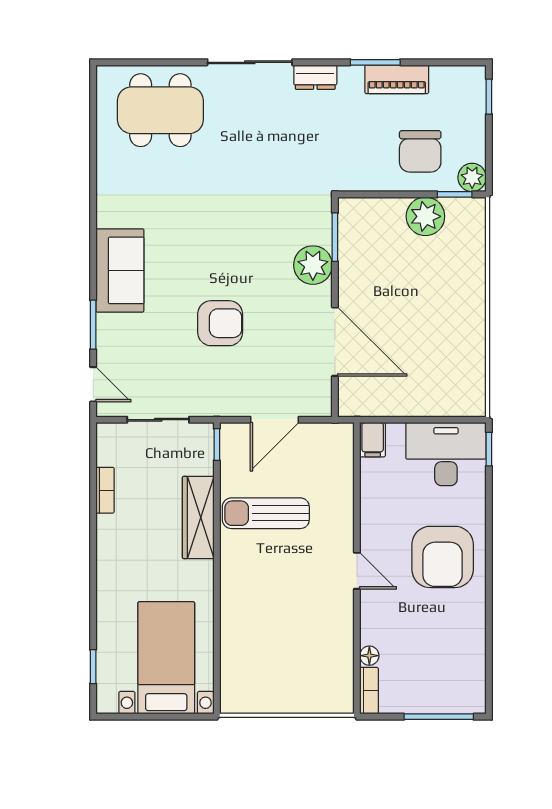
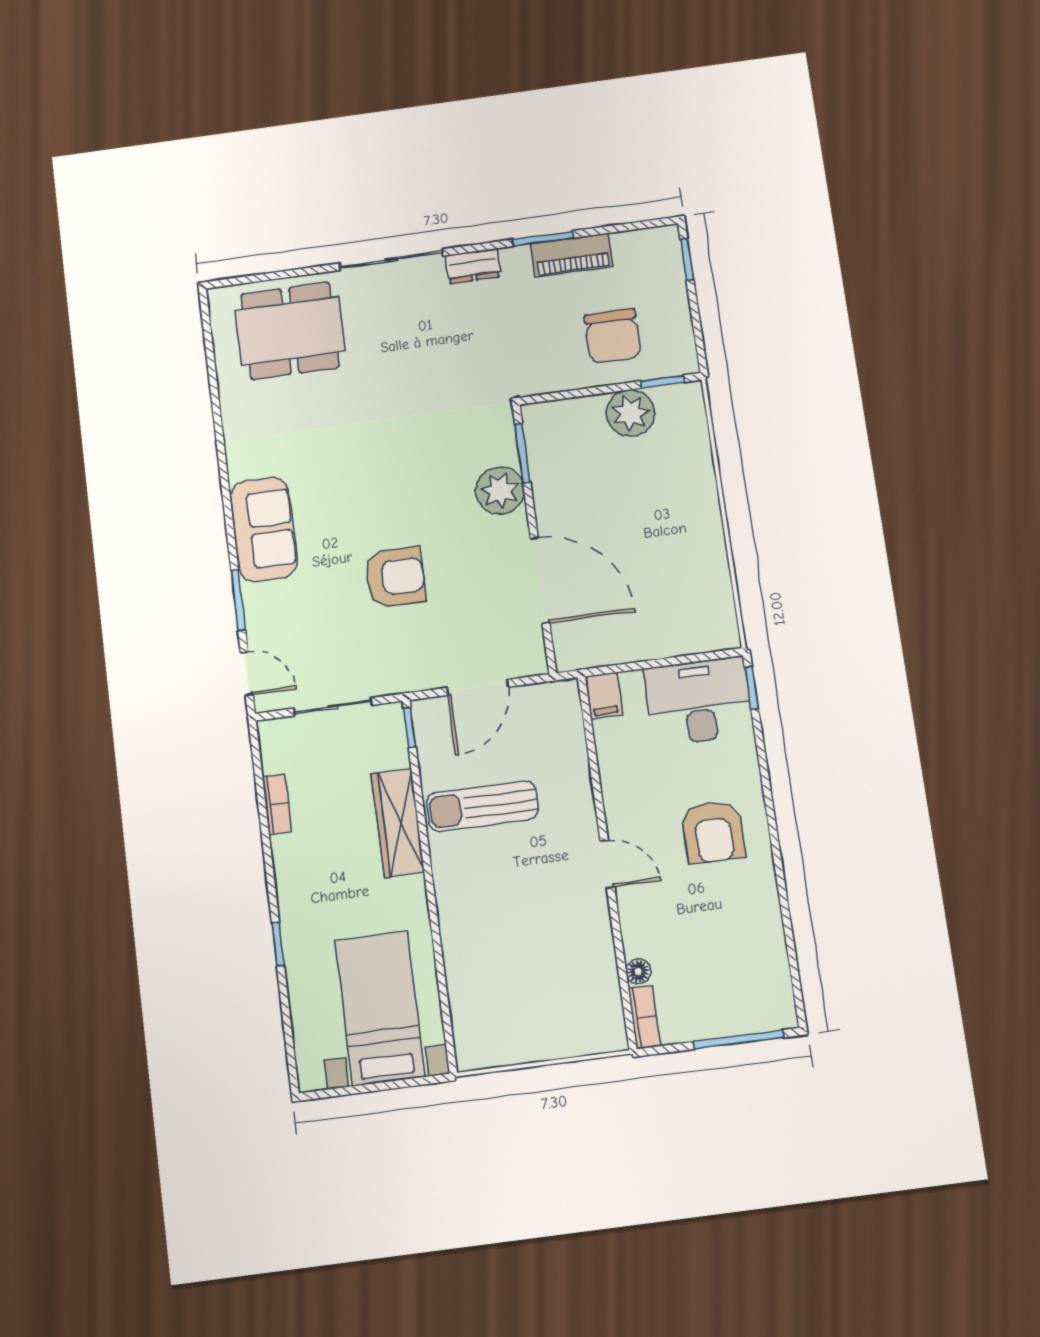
plant: (472, 177) -> (681, 358), removed
armchair: (443, 557) -> (713, 832), width x0.73, depth x0.73
window: (93, 667) -> (278, 944), moved

